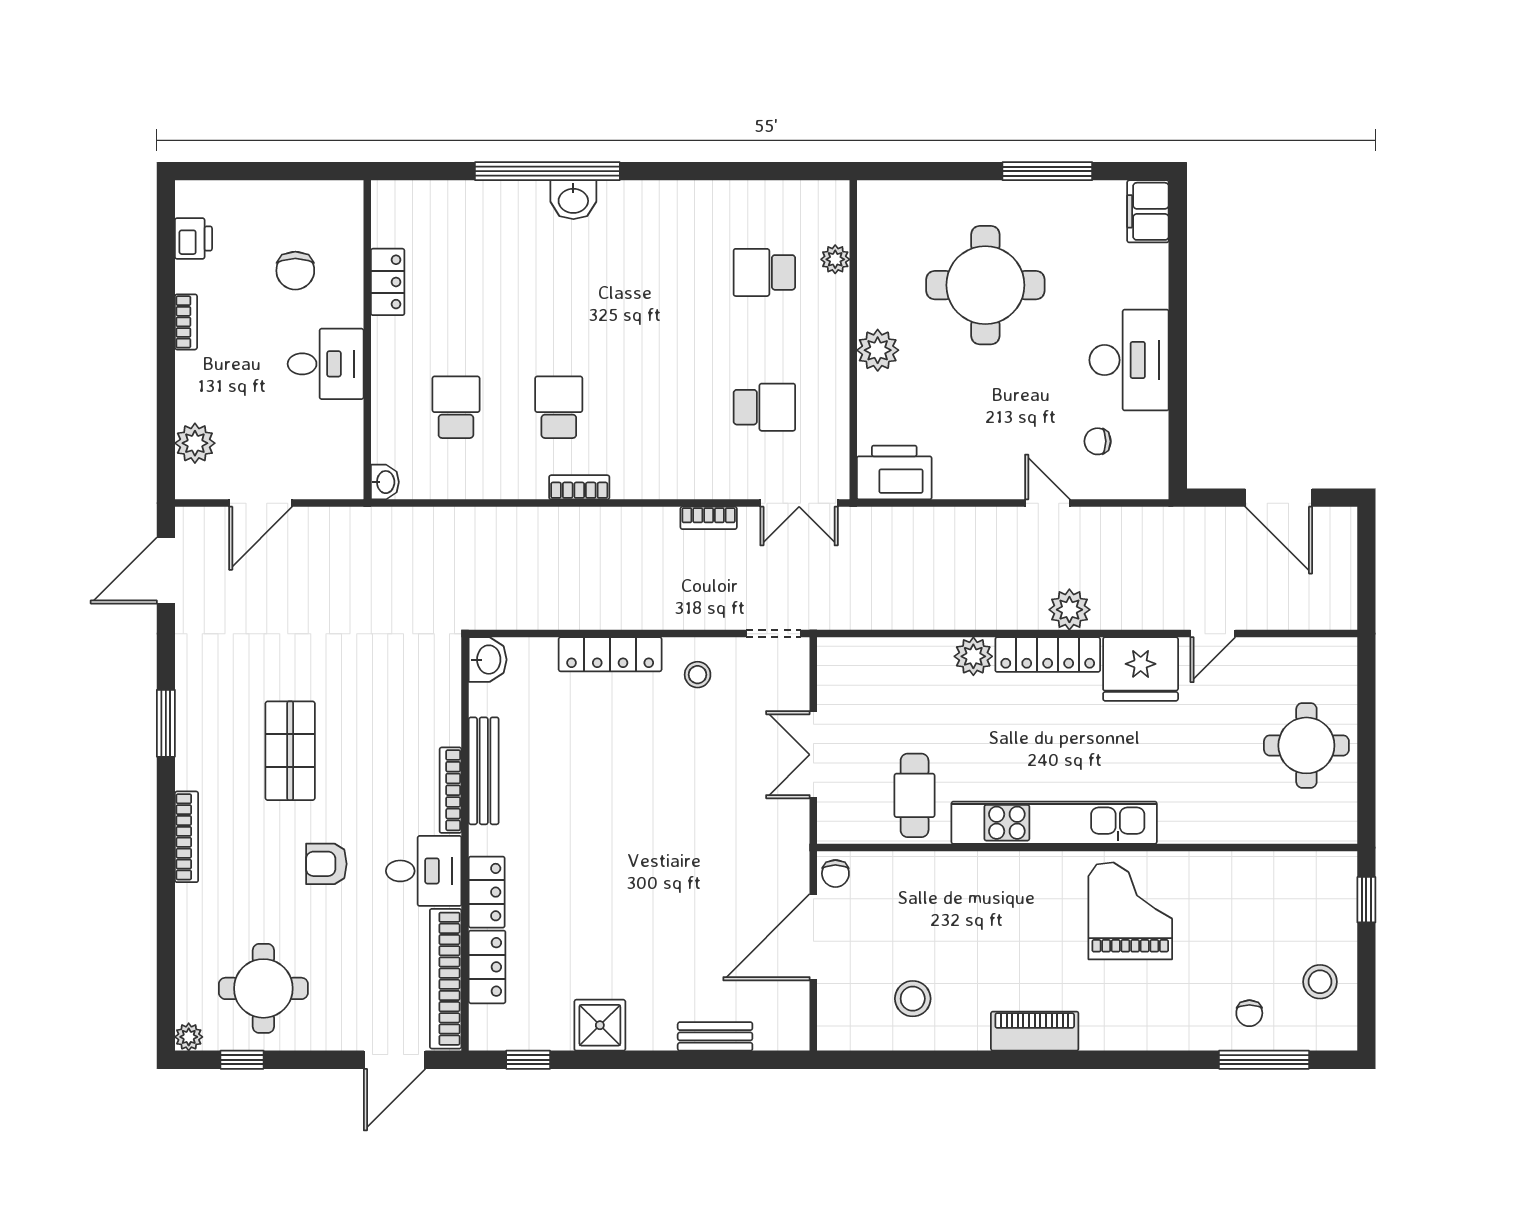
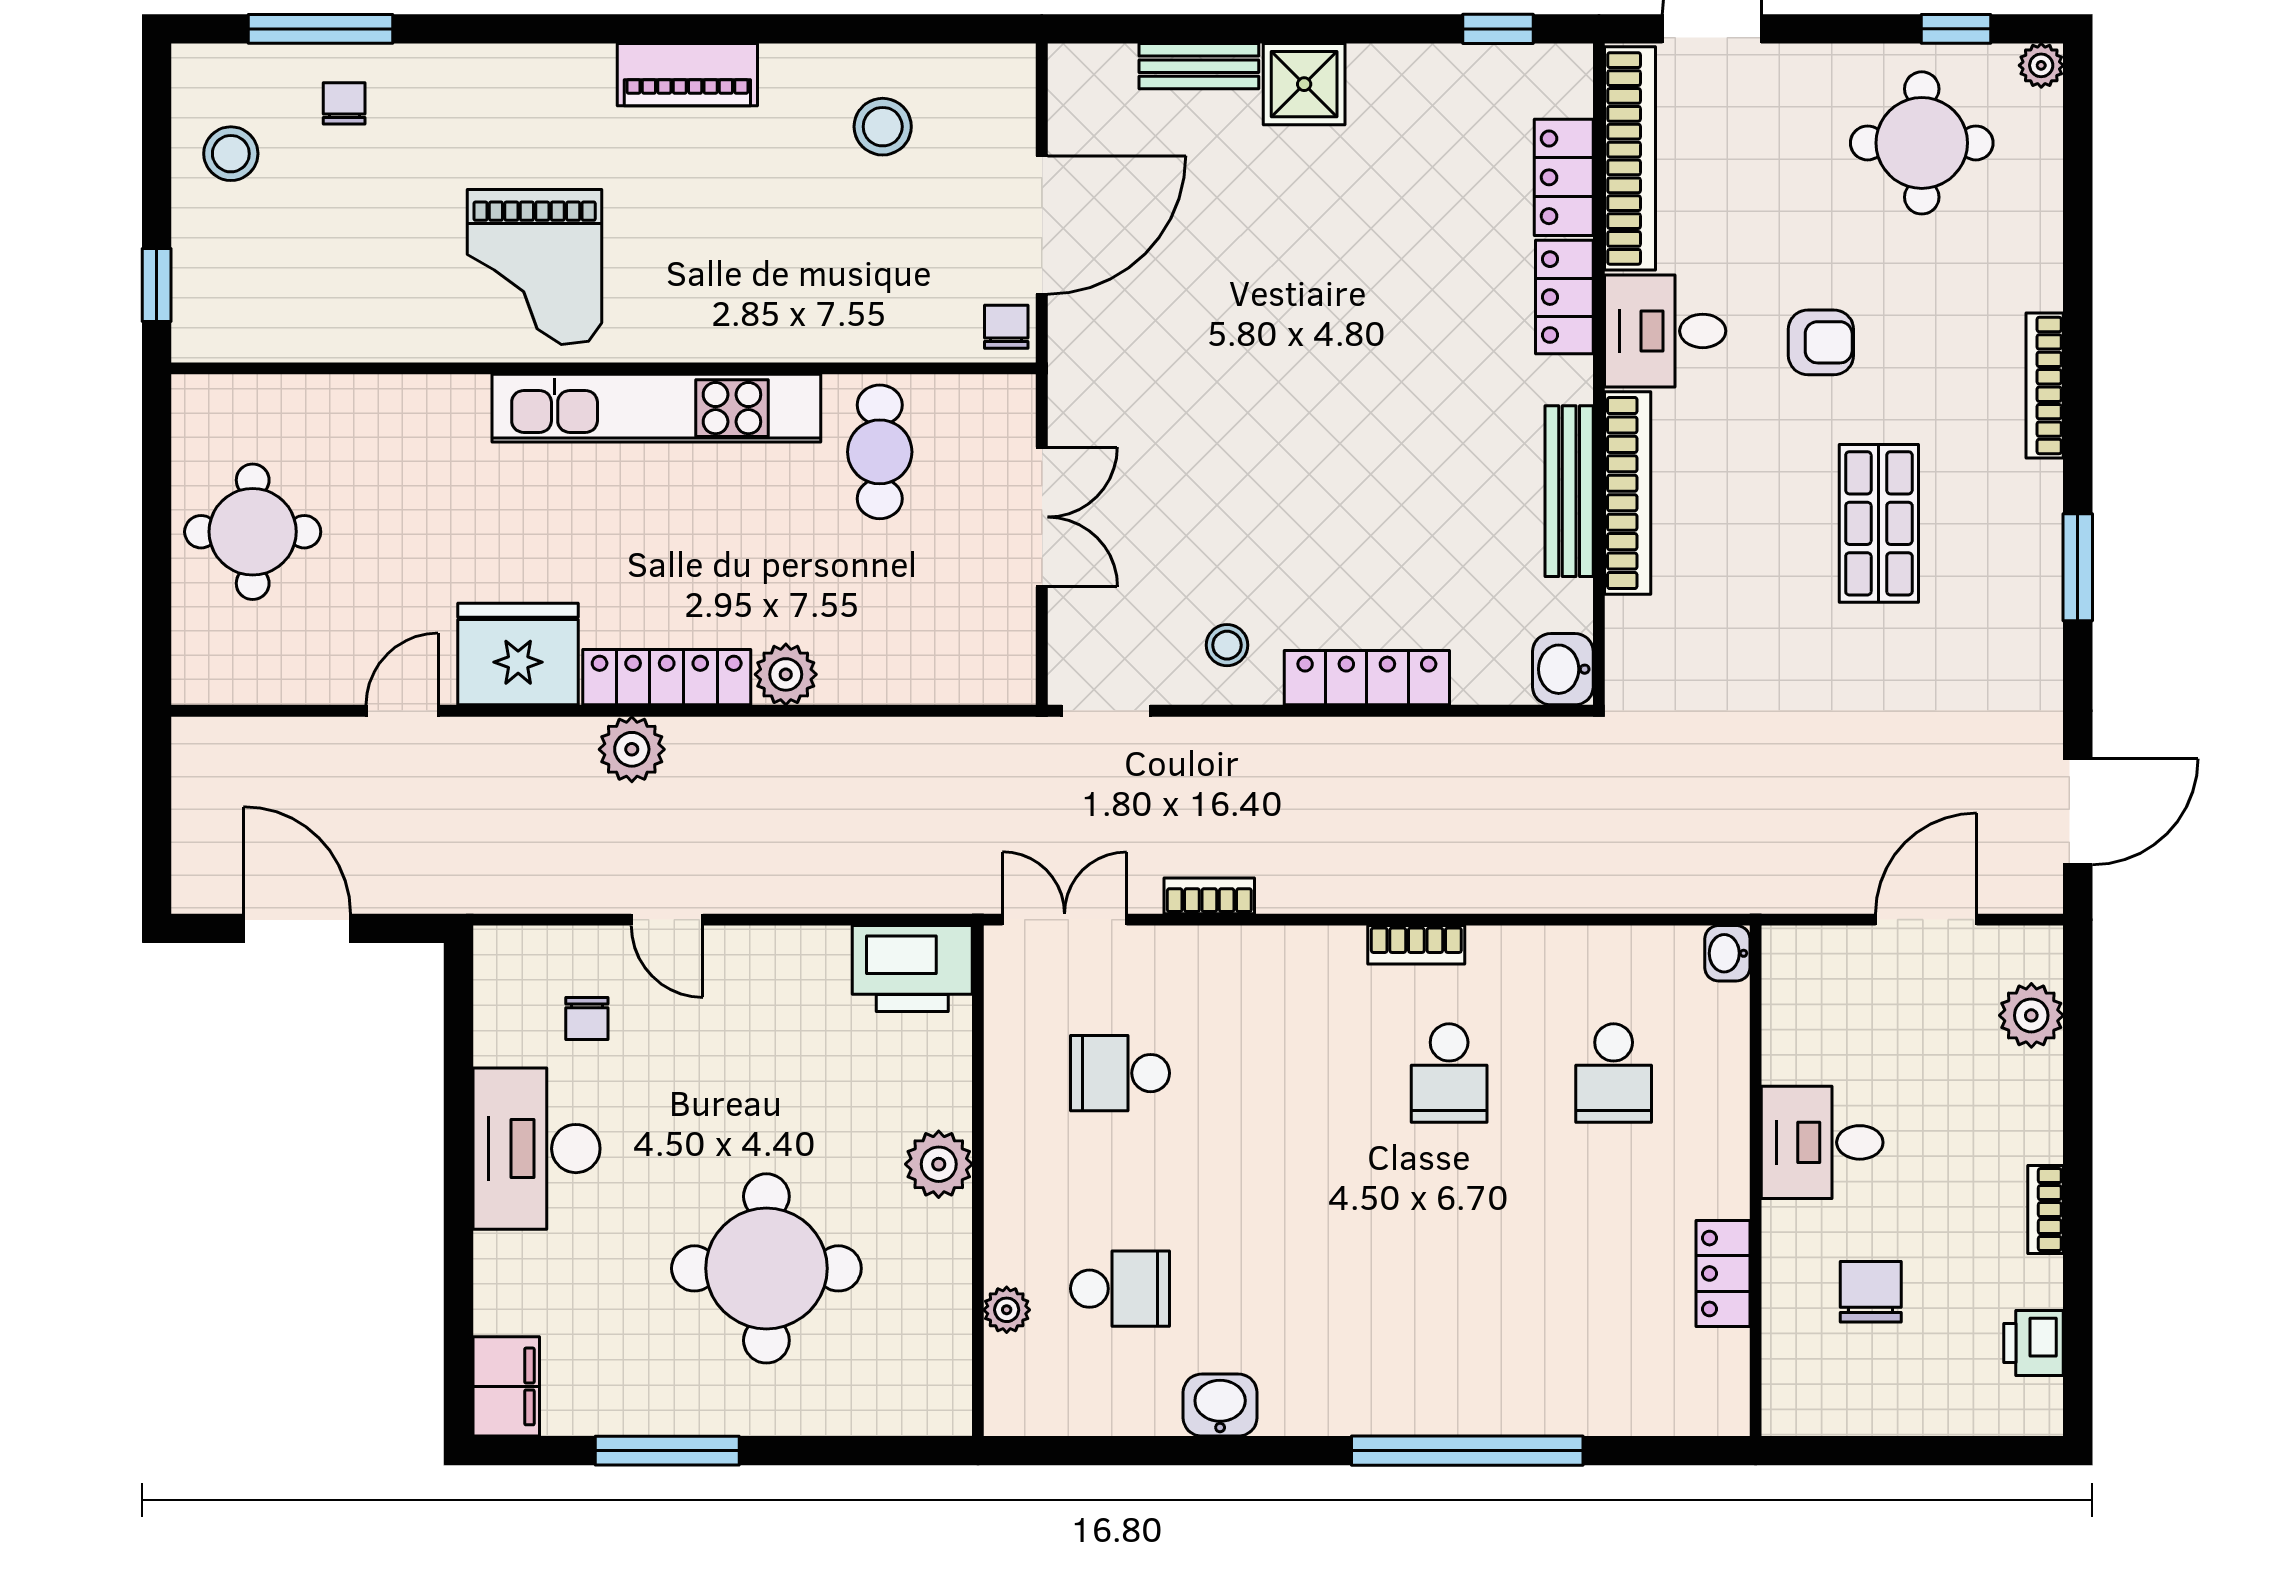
washbasin: (573, 200) -> (1220, 1405), moved
chair: (1098, 441) -> (587, 1019), turned 90
bookcase: (451, 790) -> (1628, 493), width x1.48, depth x1.31
shower: (600, 1025) -> (1304, 84), moved

